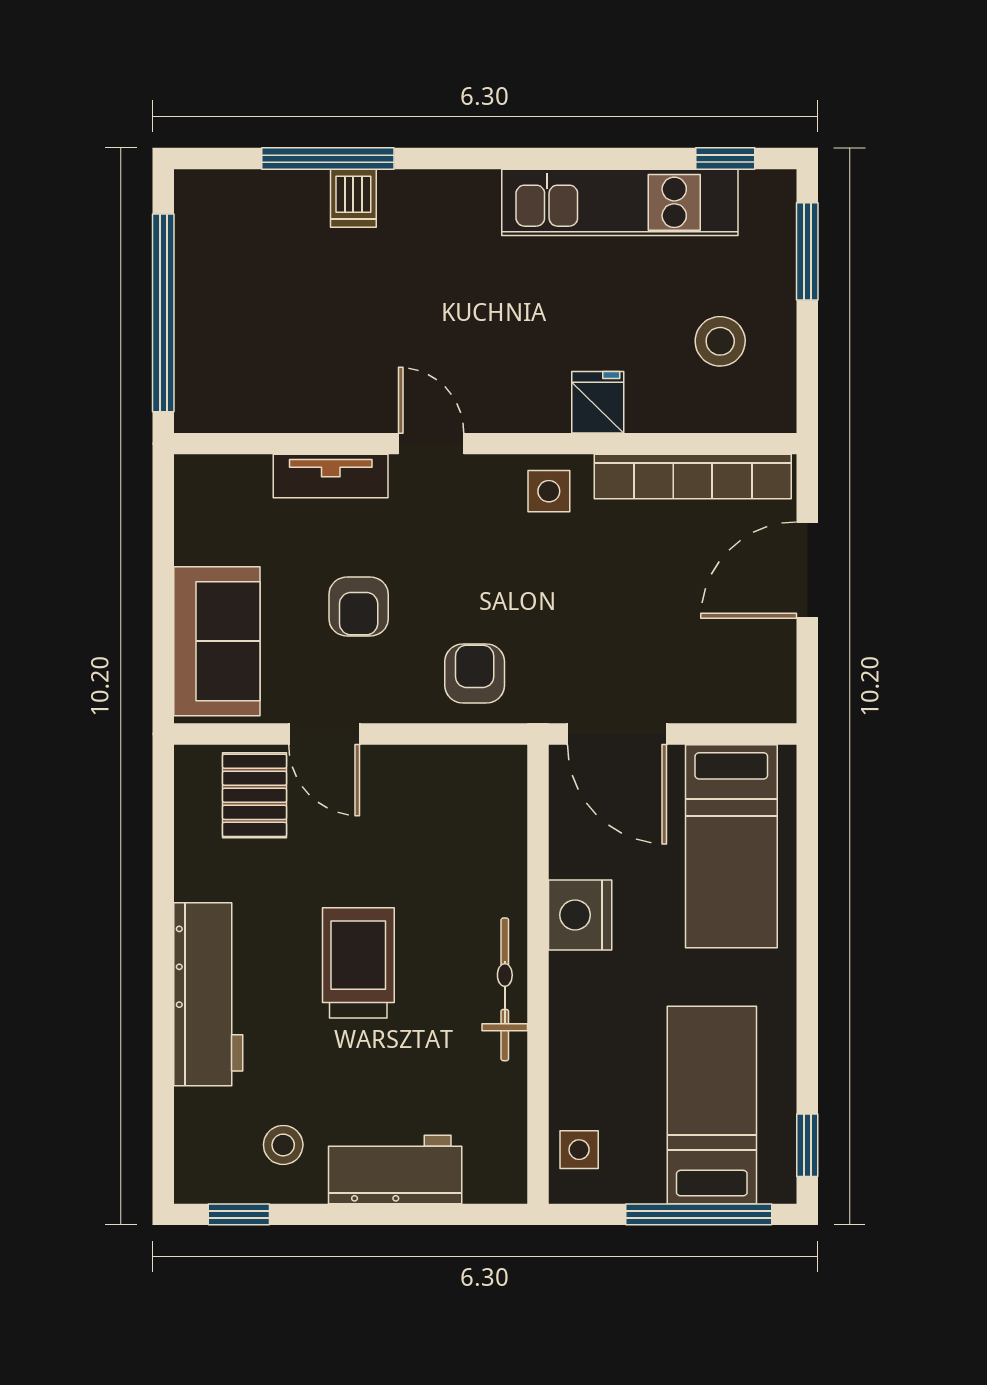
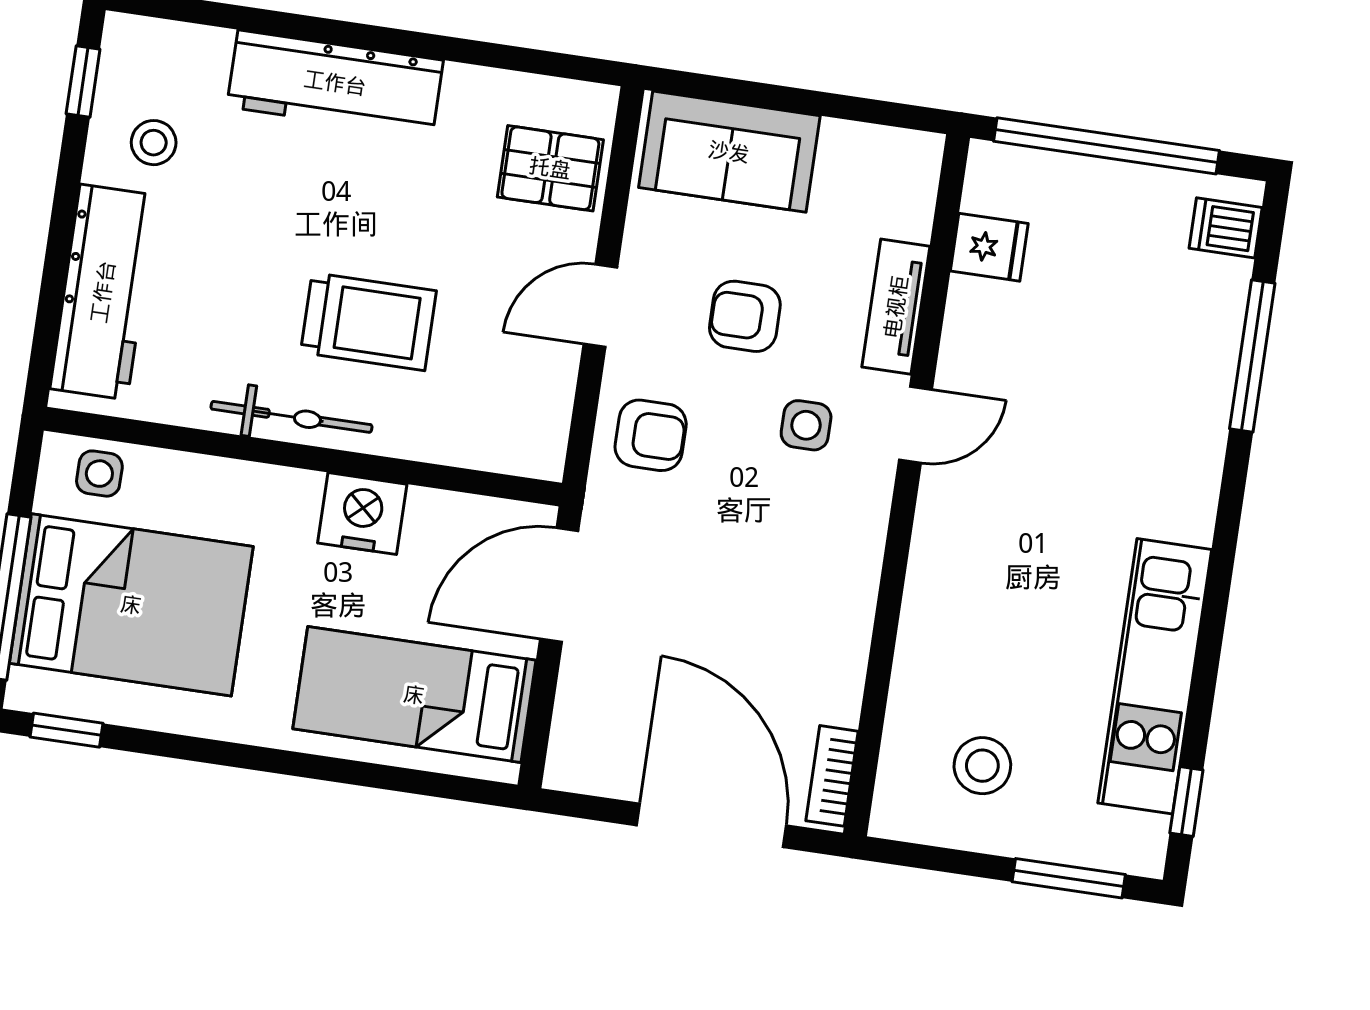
dishwasher: (353, 198) -> (1226, 228), moved
fridge: (598, 402) -> (989, 247), moved
bookcase: (693, 477) -> (832, 776), width x0.43, depth x0.76
side table: (549, 491) -> (806, 425), moved
door: (807, 570) -> (711, 825), width x1.36
door: (324, 734) -> (600, 306), moved
trolley: (358, 963) -> (368, 322), moved
bed: (712, 1105) -> (131, 605), width x1.50
workbench: (395, 1169) -> (103, 292), width x1.38

